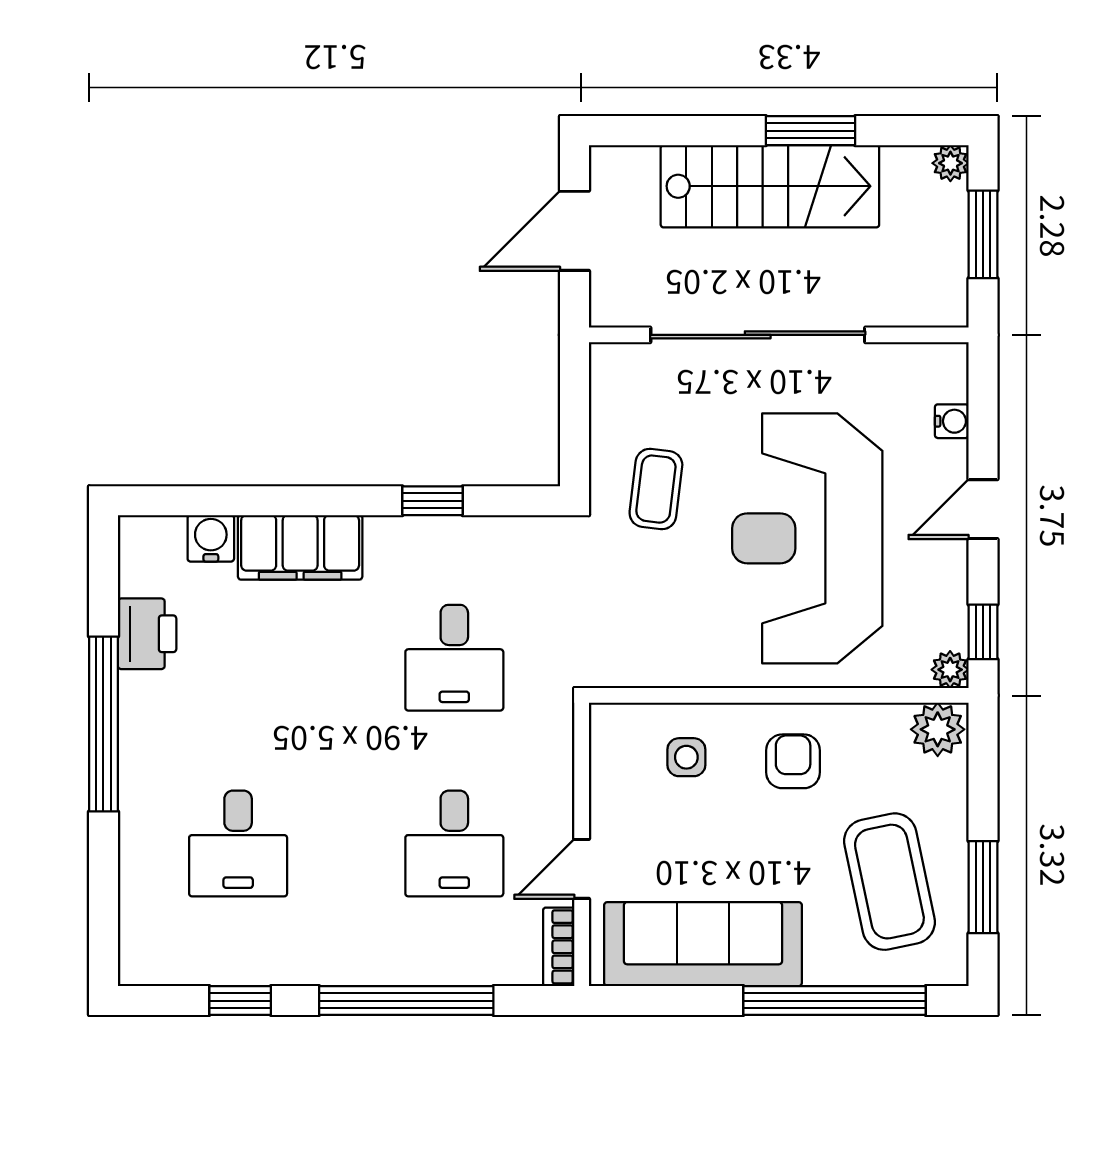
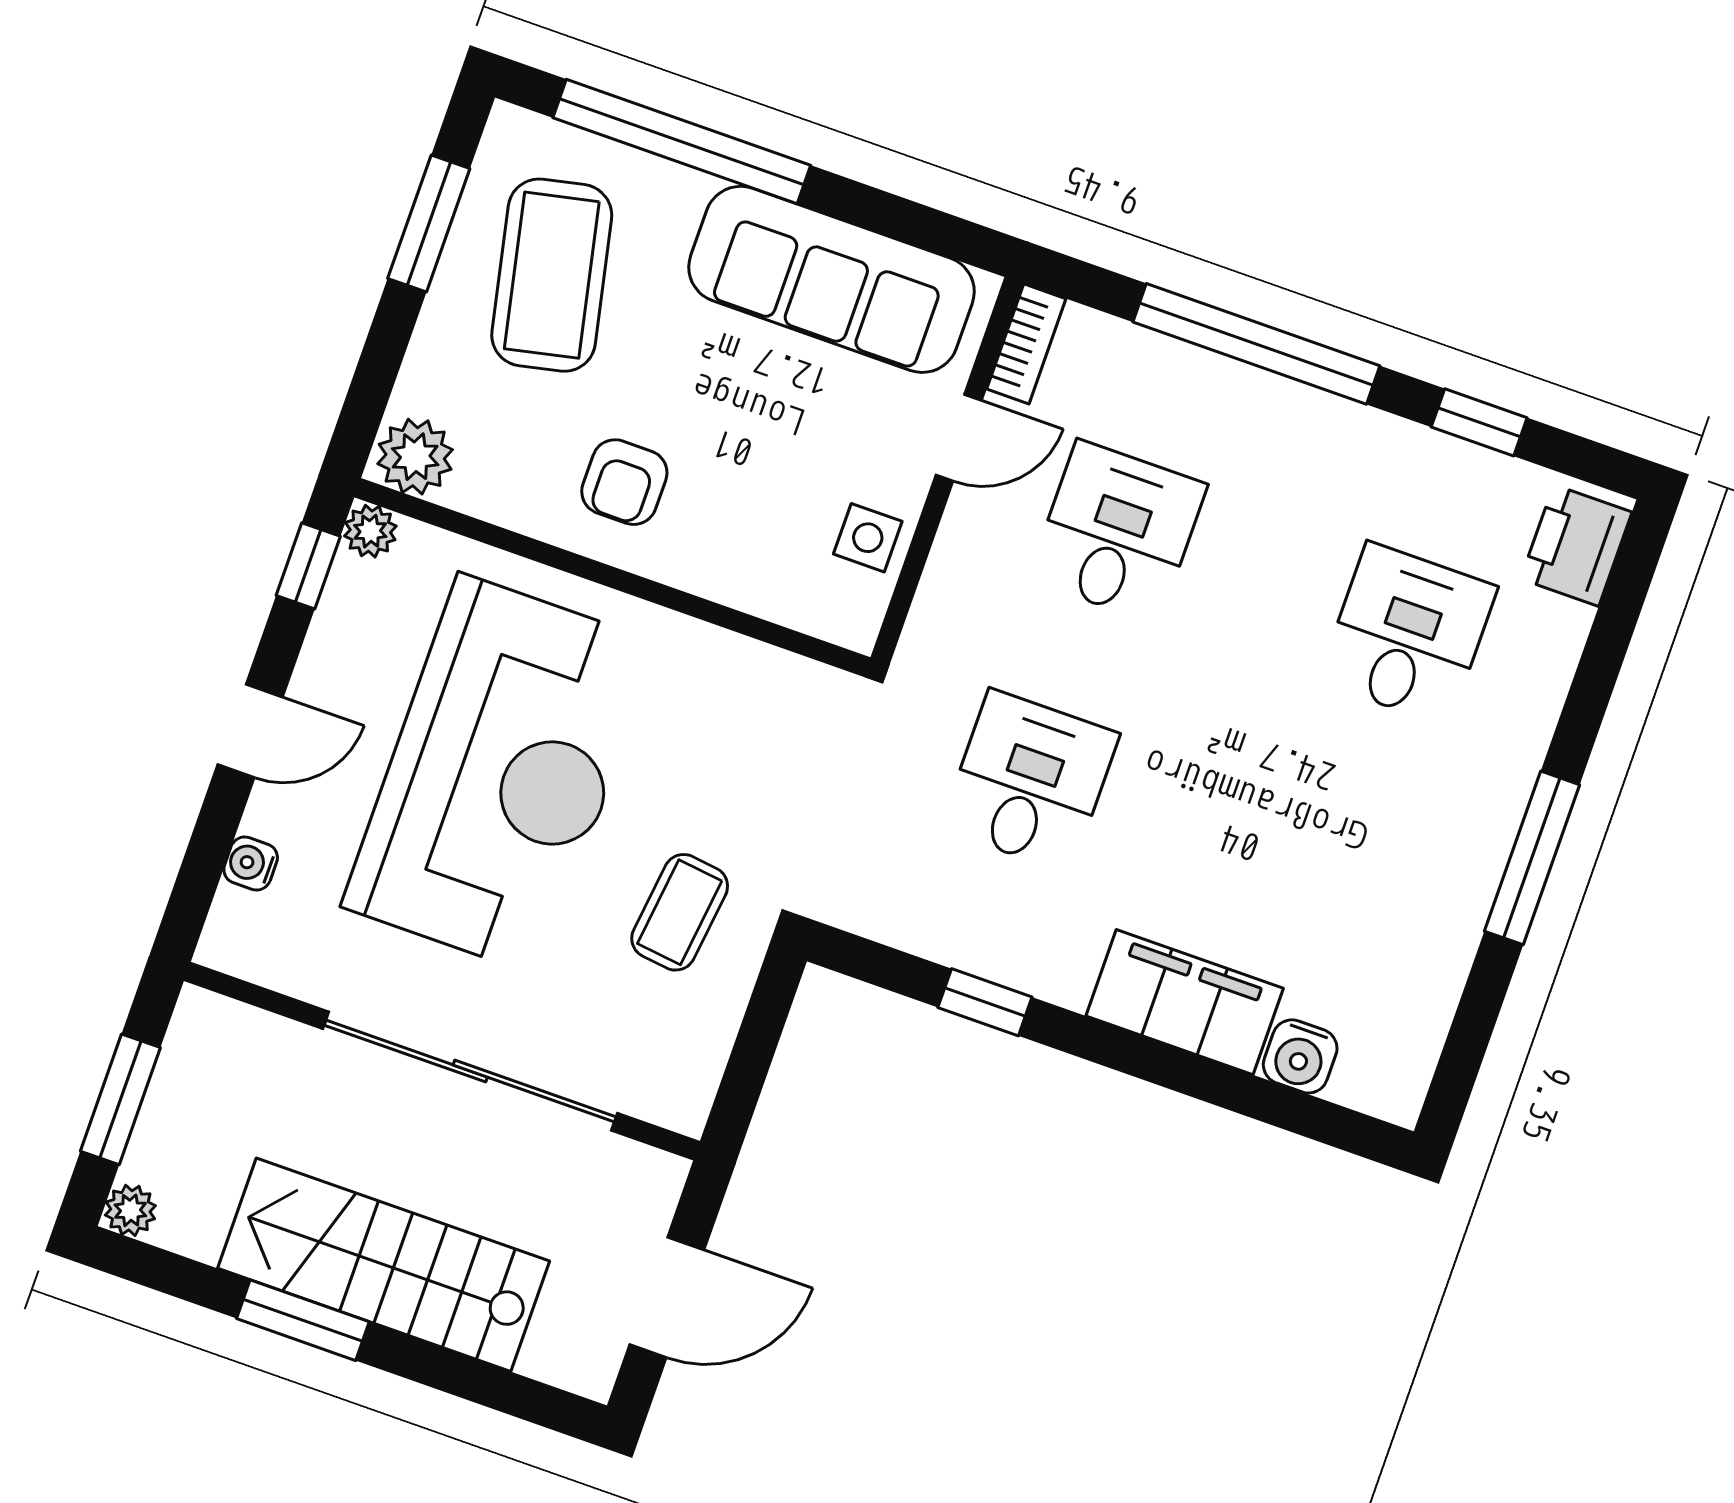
printer: (147, 634) -> (1576, 545), moved
window: (103, 724) -> (1532, 858), width x0.68
side table: (686, 757) -> (868, 538), moved

